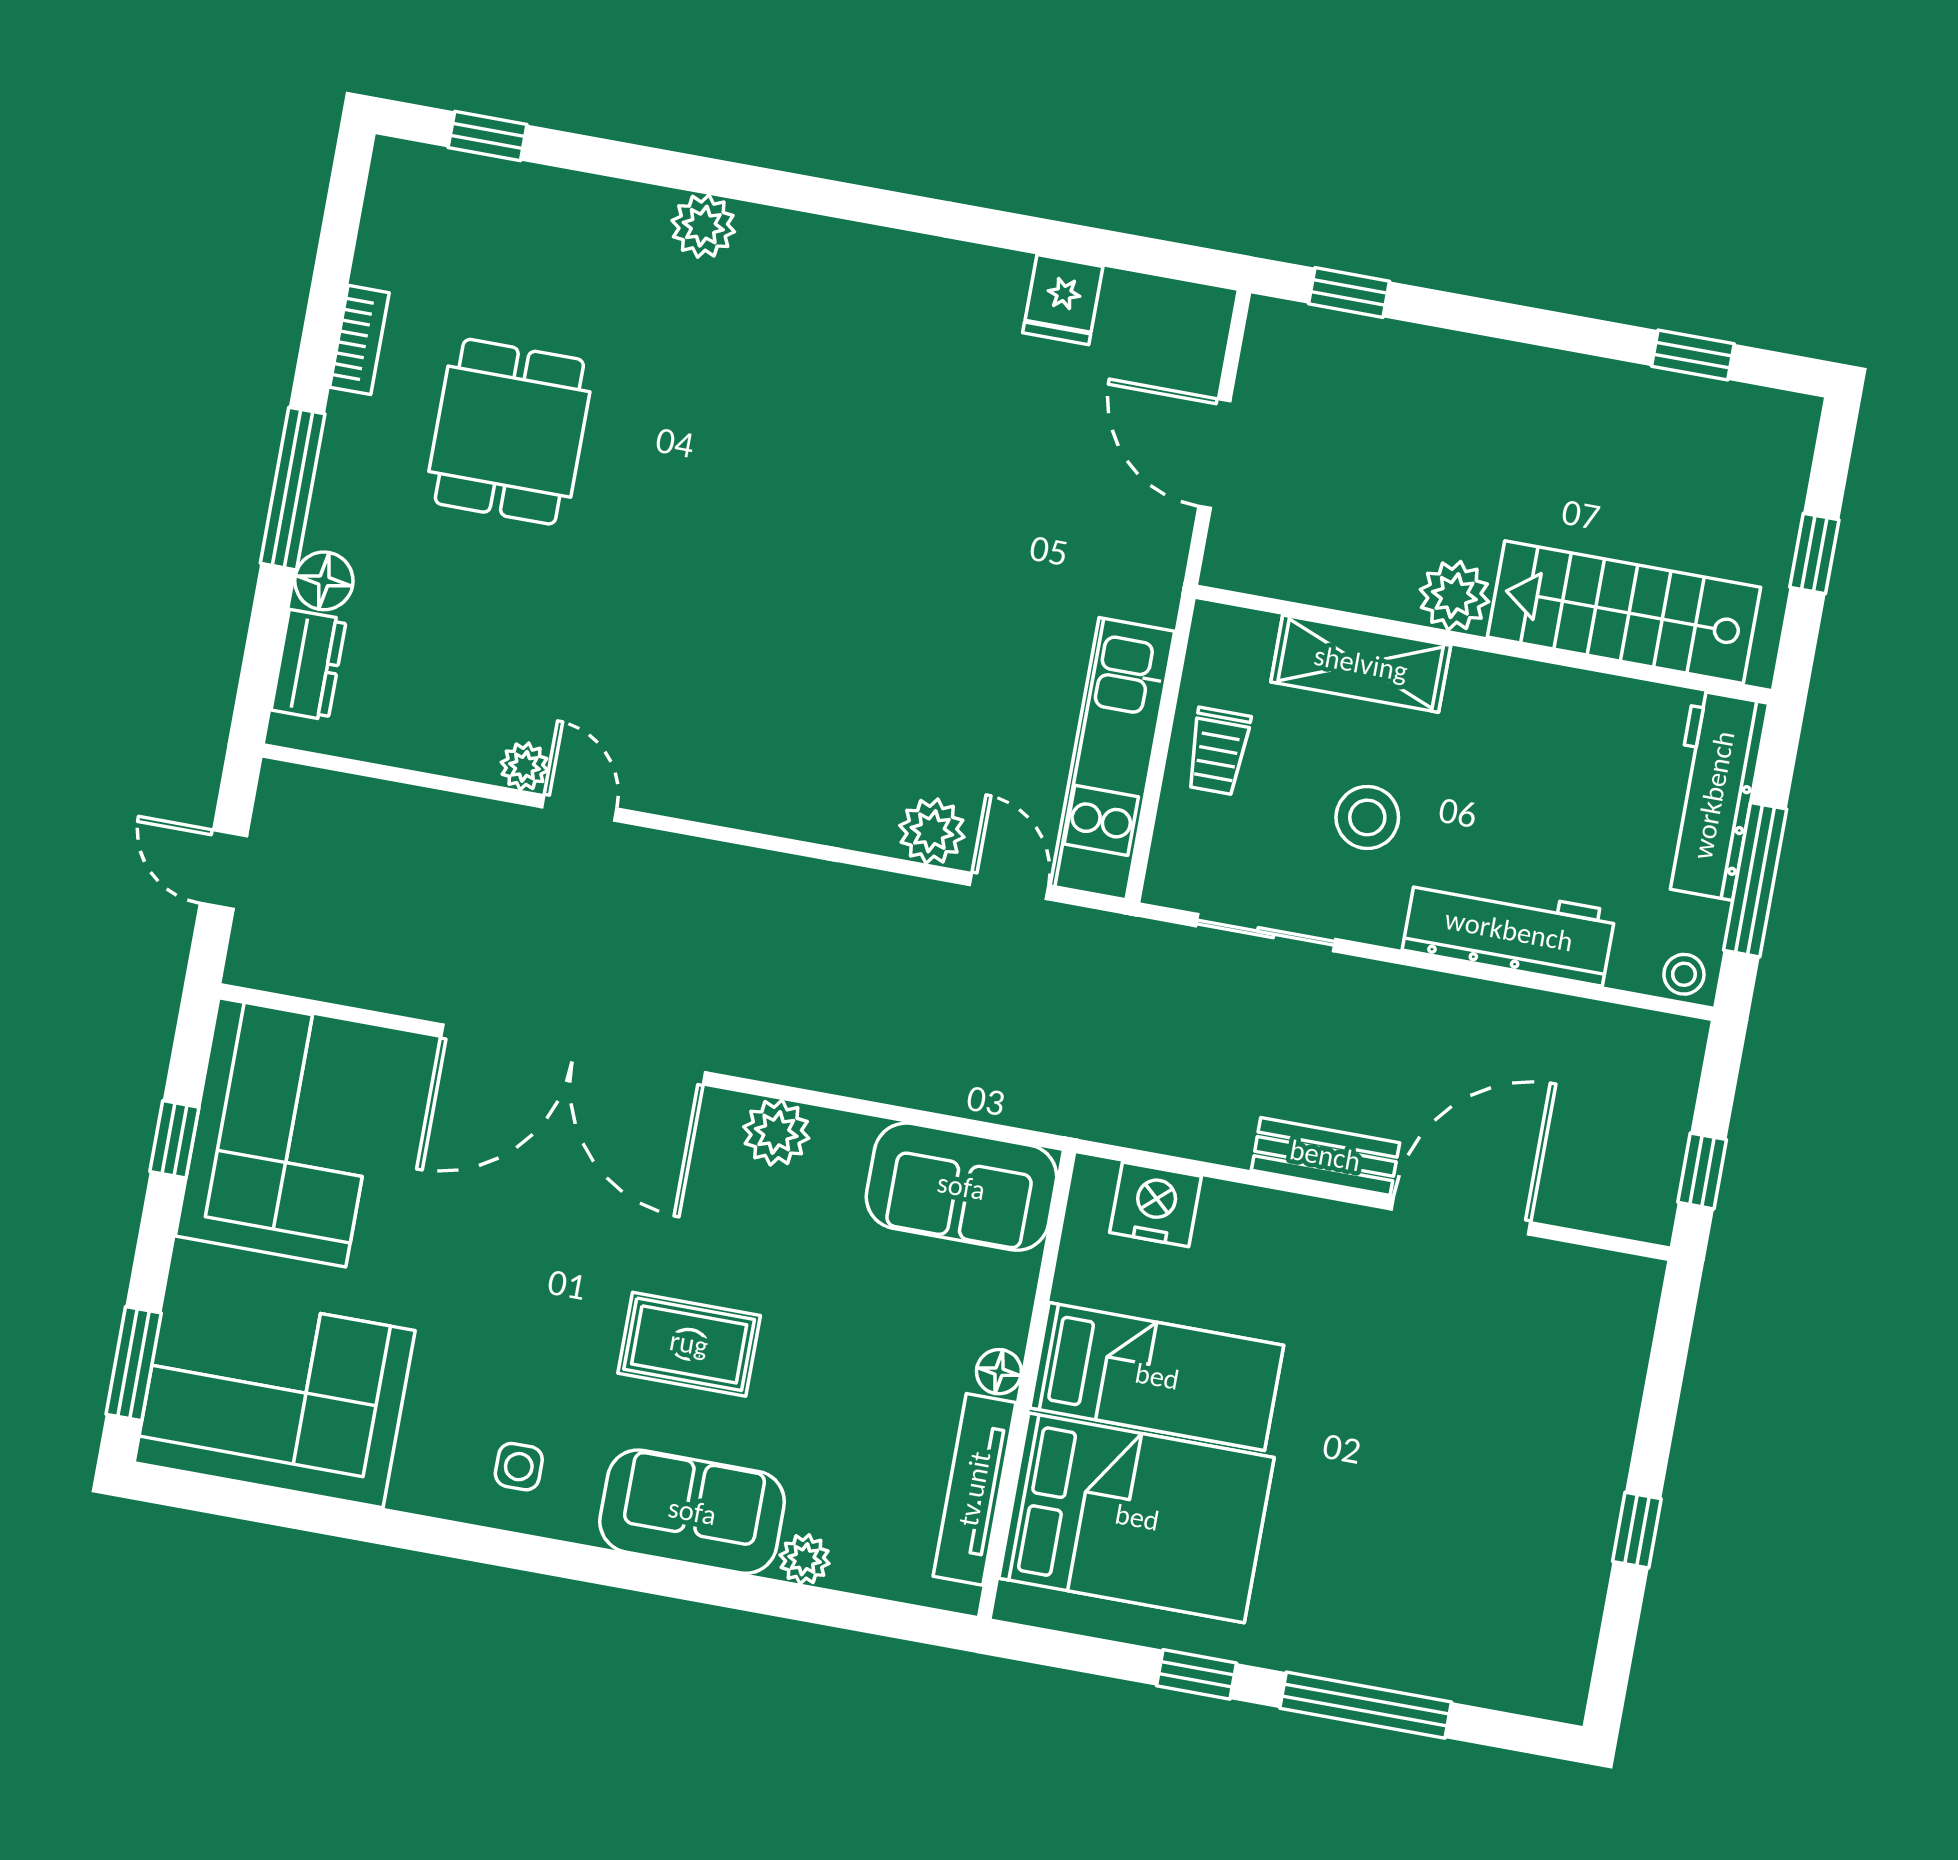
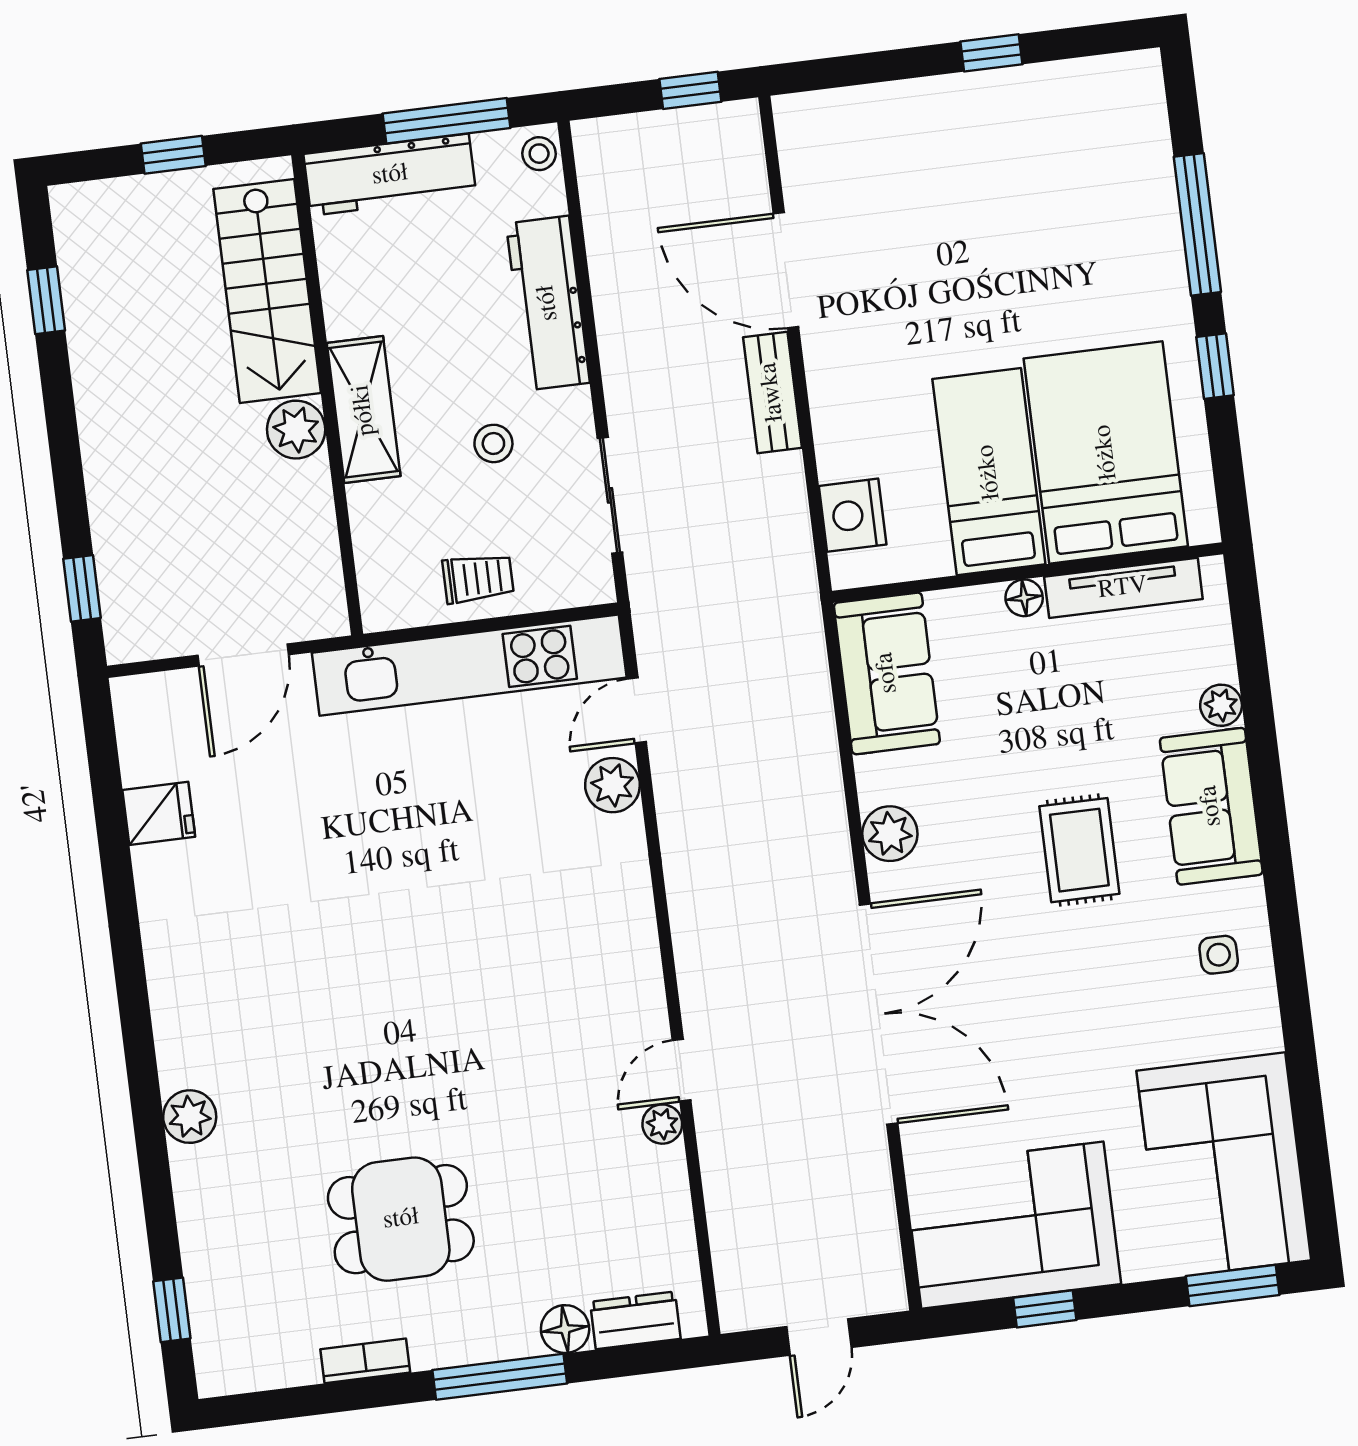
shelving: (1361, 664) -> (364, 410), moved
kitchen unit: (1112, 759) -> (469, 665), width x1.36
stool: (1367, 817) -> (493, 443), width x0.73, depth x0.73

